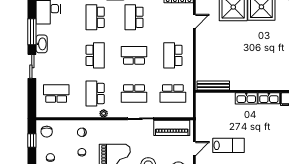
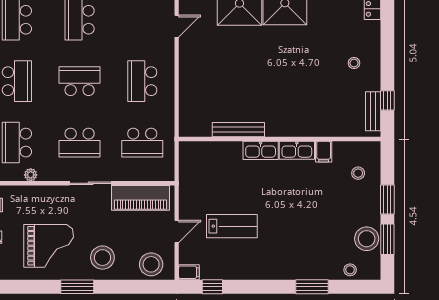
bench: (213, 86) -> (238, 130), moved

